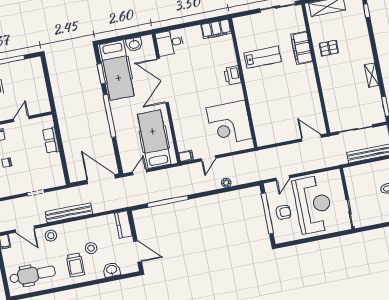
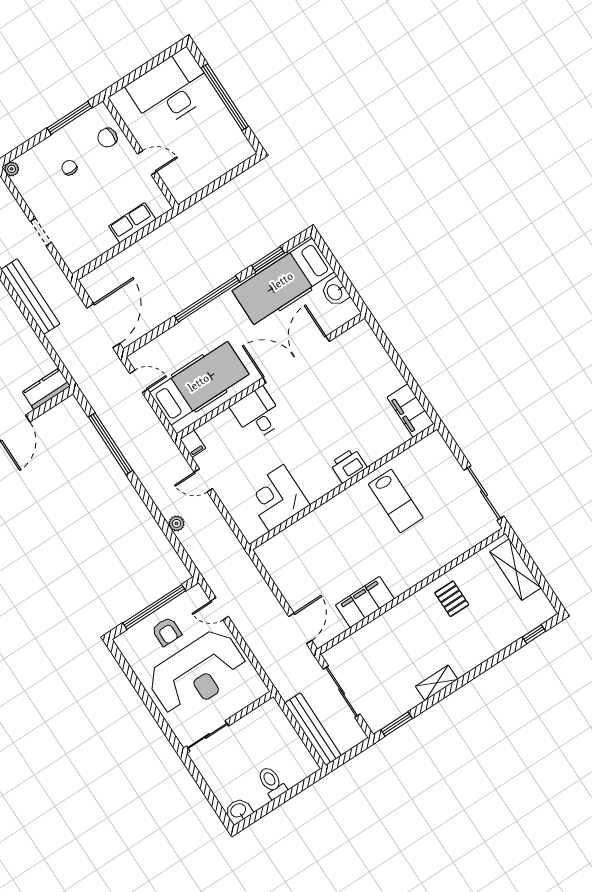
desk: (170, 43) -> (257, 414), moved
filing cabinet: (302, 48) -> (365, 602), moved
corner desk: (229, 123) -> (276, 498), width x0.74, depth x0.74

